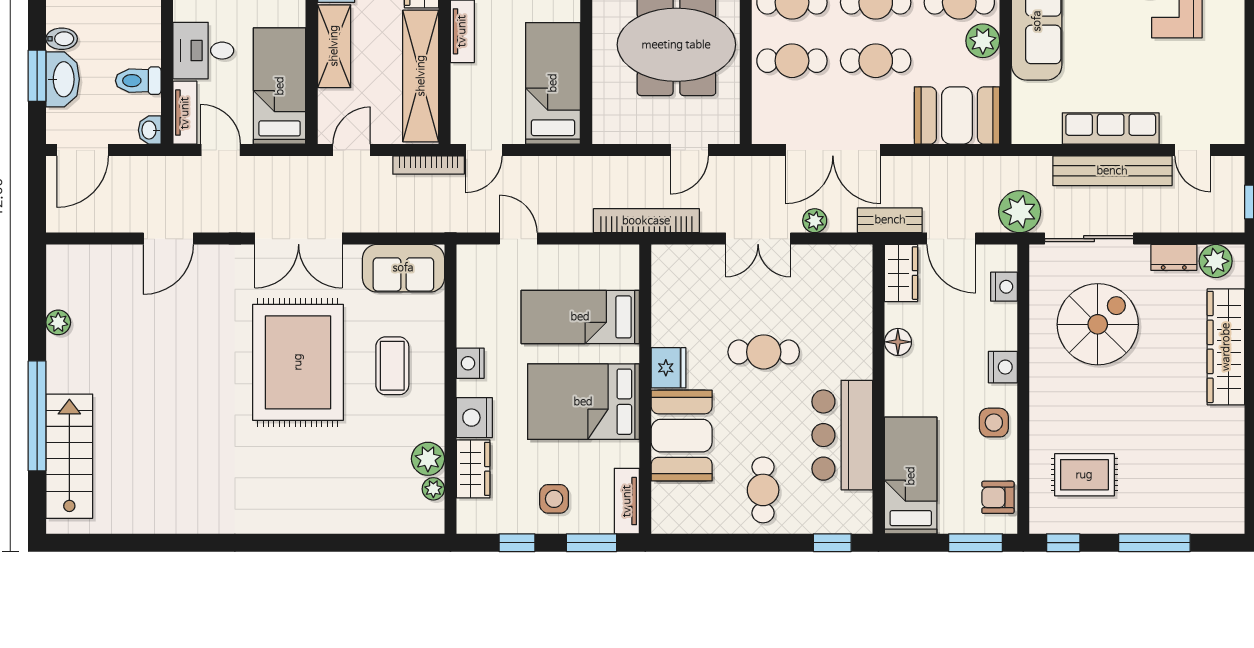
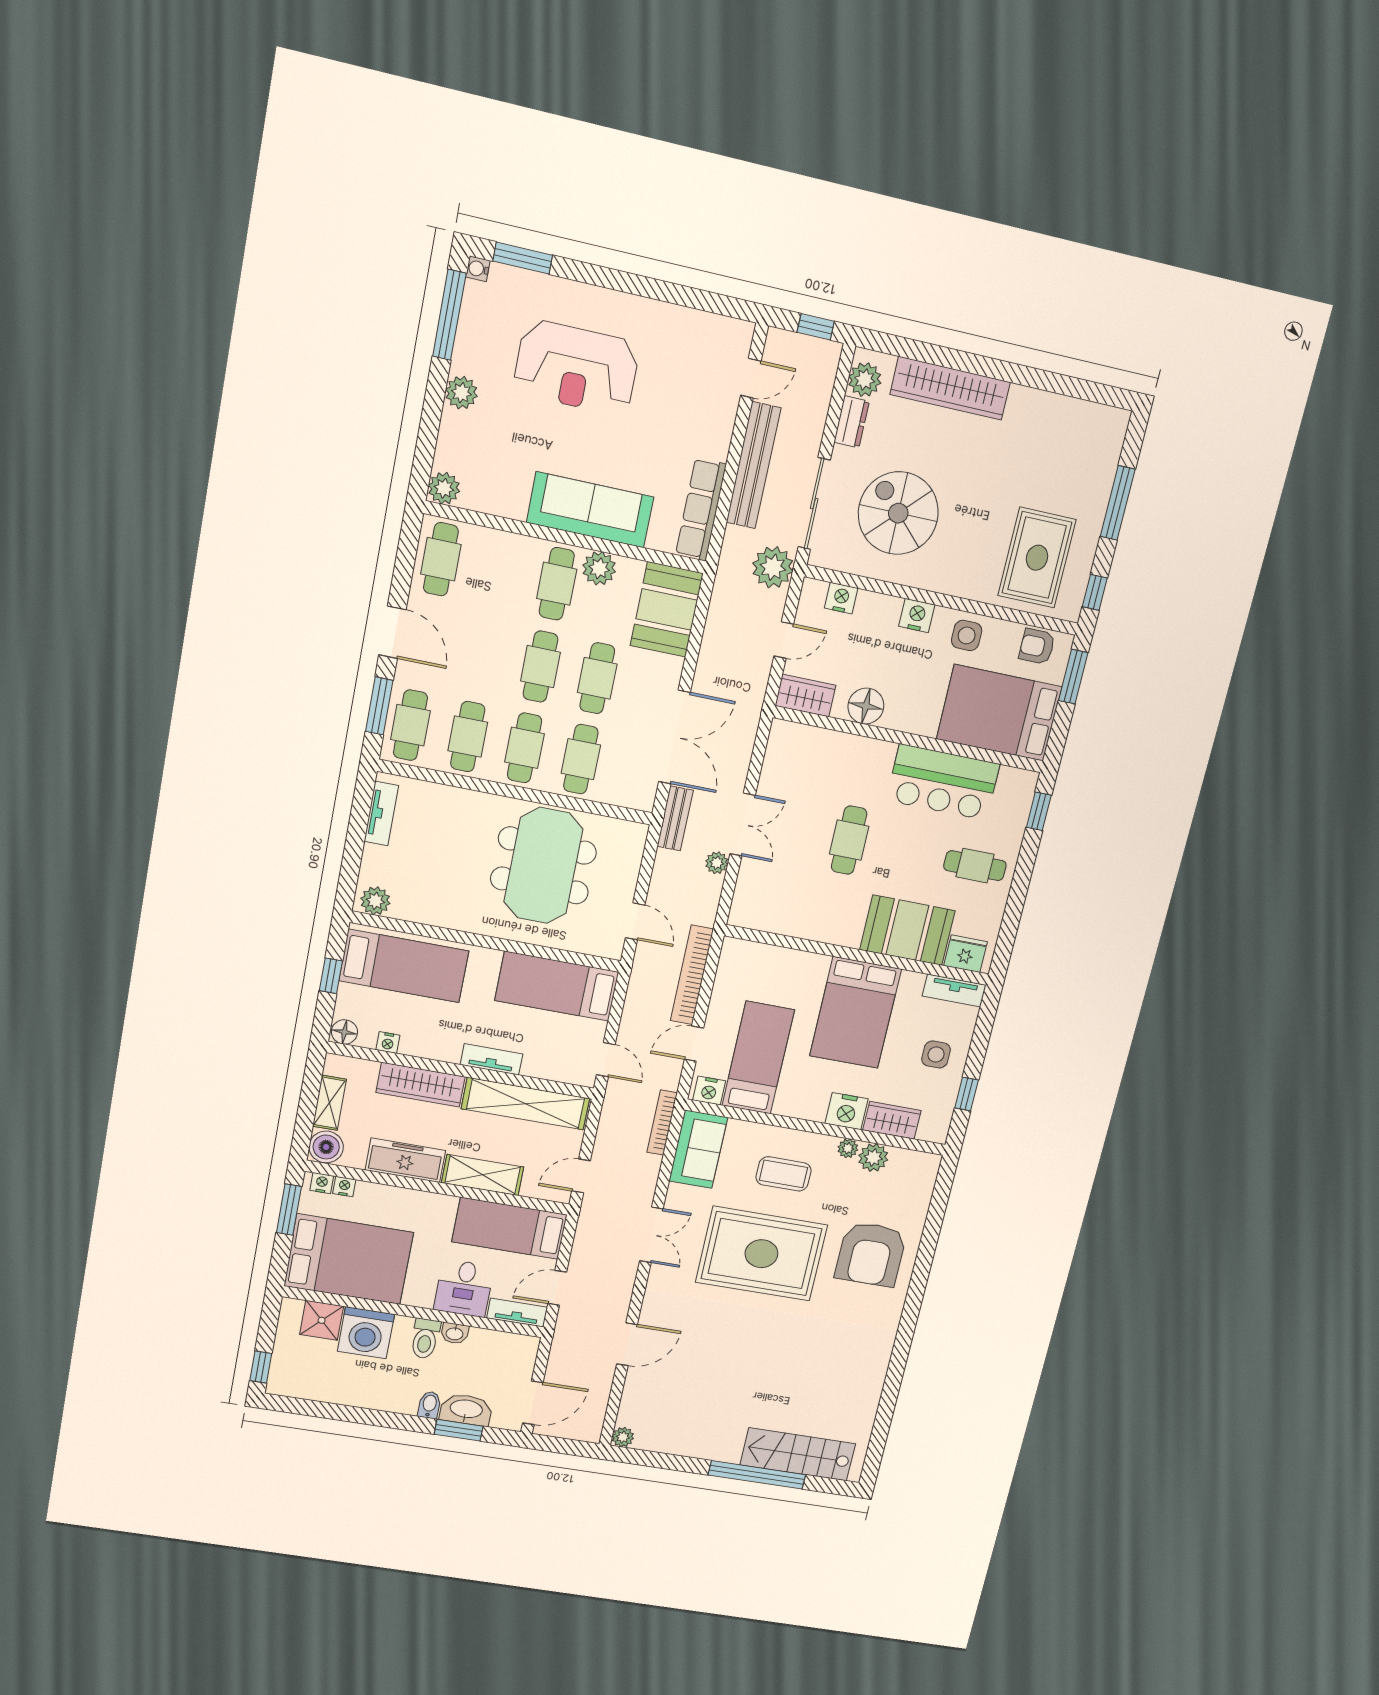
toilet: (138, 81) -> (425, 1339), moved
row of seats: (1111, 128) -> (701, 509), moved
washbasin: (150, 130) -> (455, 1333), moved
door: (83, 150) -> (533, 1403), hinge flipped
door: (352, 150) -> (581, 1176), hinge flipped
door: (689, 150) -> (635, 921), moved
bookcase: (429, 165) -> (662, 1123), moved, turned 180
bench: (890, 220) -> (675, 818), moved
bookcase: (646, 221) -> (692, 975), moved
plant: (815, 221) -> (717, 863), moved
door: (168, 239) -> (627, 1344), hinge flipped
double door: (299, 239) -> (651, 1235), width x0.73
door: (951, 239) -> (784, 640), width x0.73
bed: (580, 317) -> (758, 1058), moved, turned 180
plant: (58, 322) -> (623, 1437), moved
floor lamp: (898, 342) -> (866, 706), width x1.38, depth x1.38
nightstand: (470, 363) -> (709, 1091), moved
fridge: (669, 368) -> (966, 954), moved
rug: (1084, 475) -> (1037, 558), width x1.36, depth x1.43
bed: (911, 476) -> (999, 713), width x1.50
armchair: (318, 482) -> (871, 1254), added
plant: (433, 489) -> (848, 1148), moved
armchair: (998, 497) -> (1037, 646), turned 90
window: (592, 543) -> (983, 1029), removed

